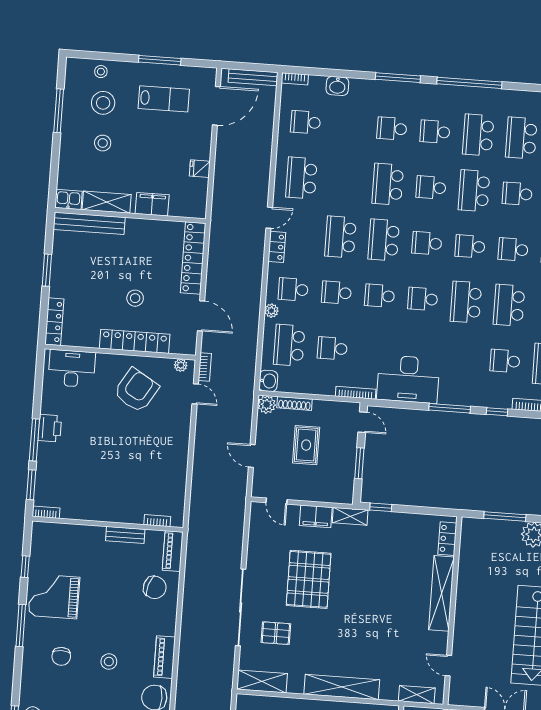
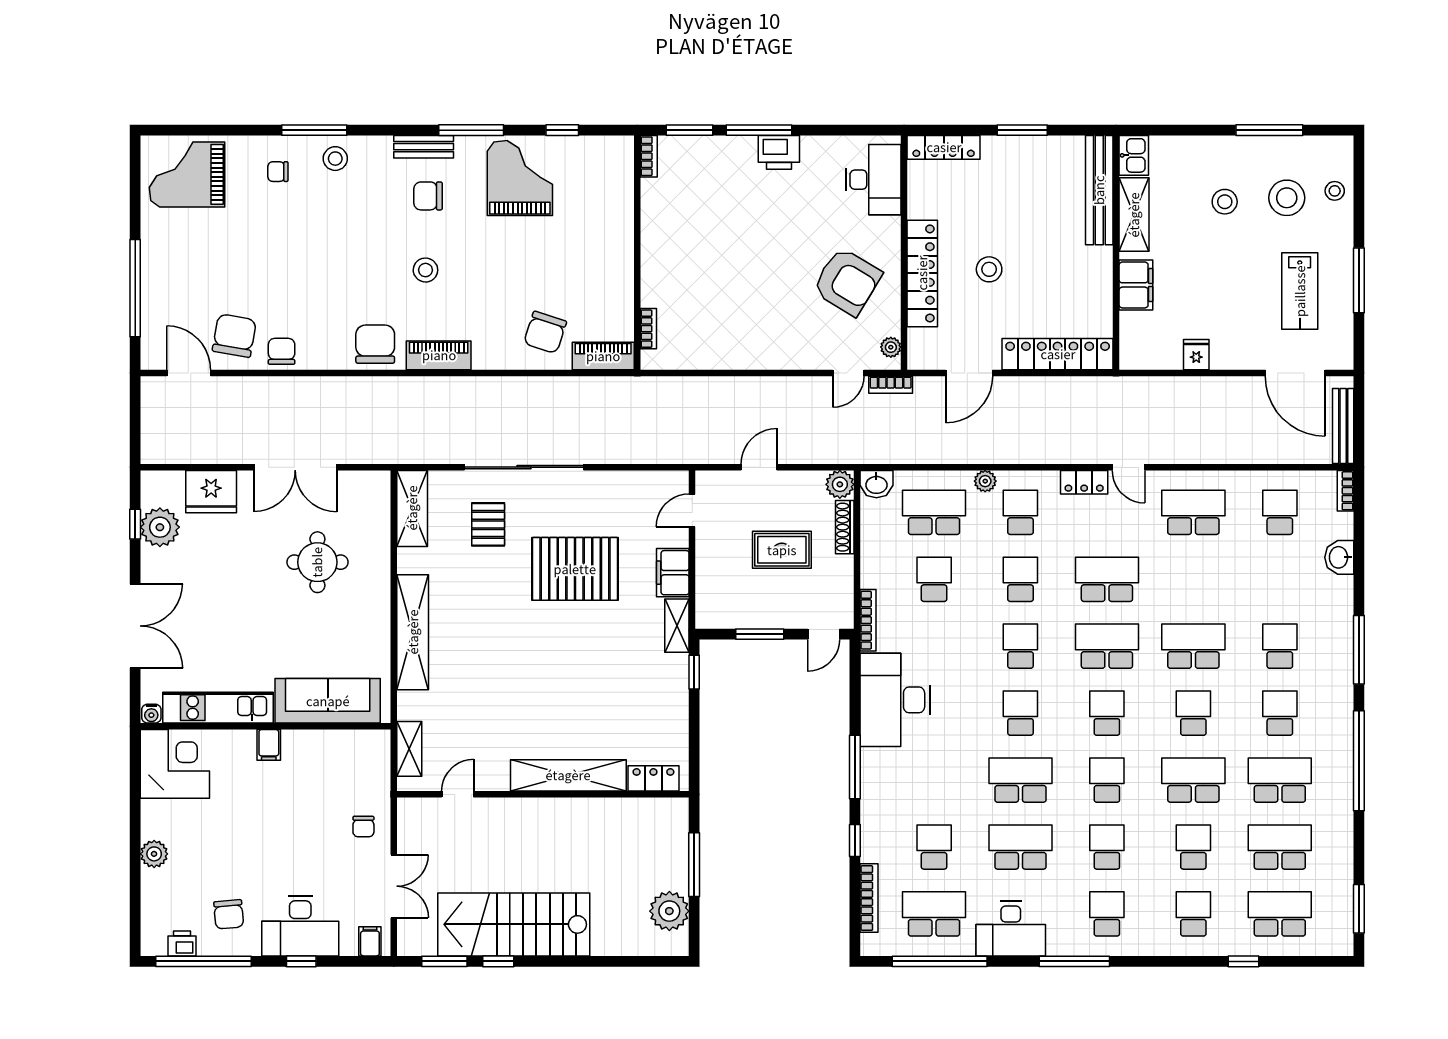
bench: (125, 535) -> (424, 147), moved, turned 90

